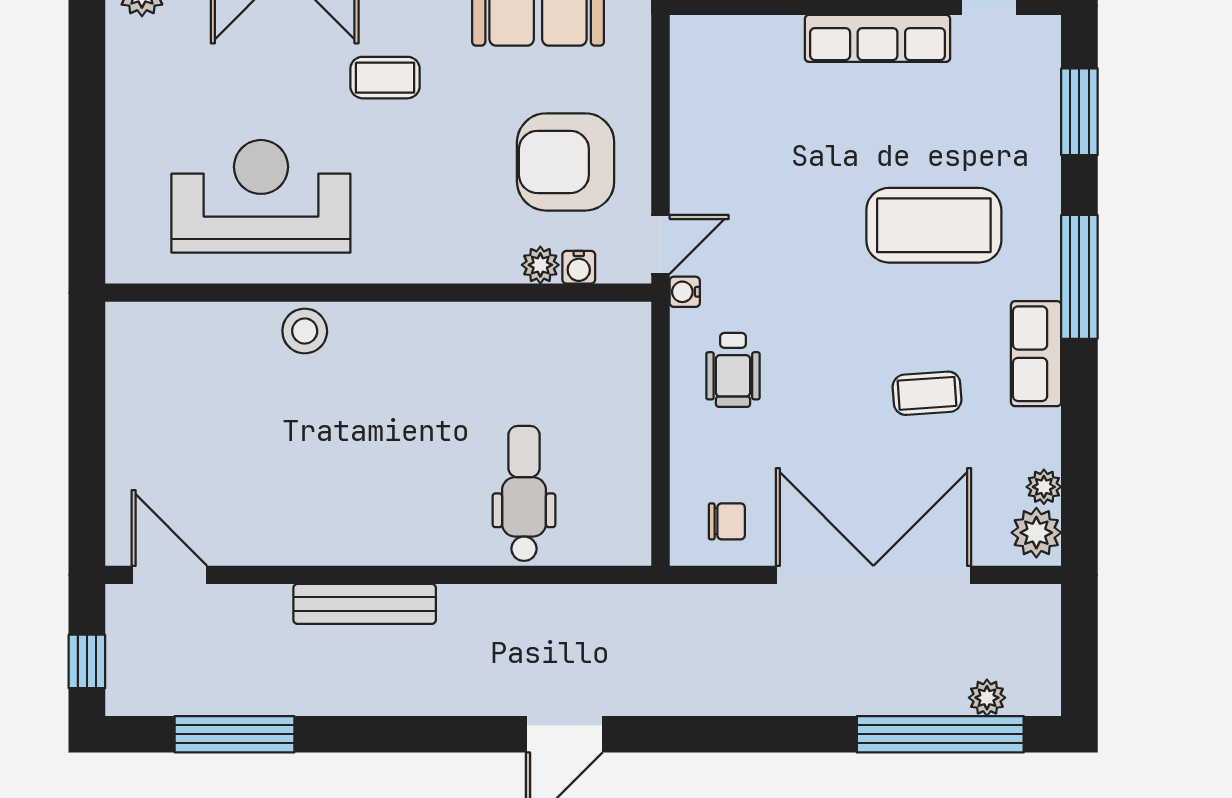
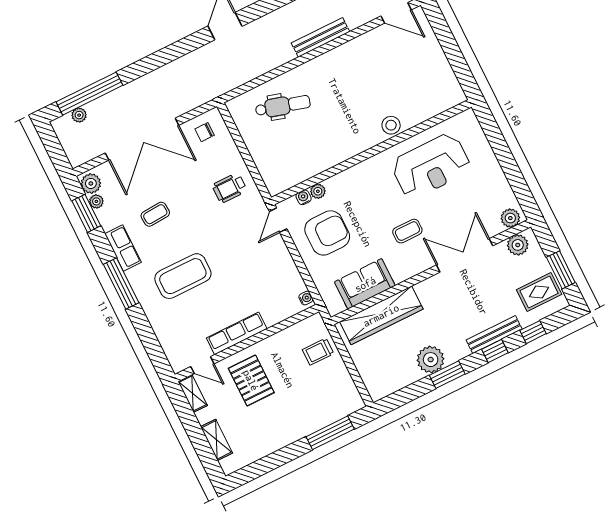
window: (1079, 112) -> (86, 213), moved
water cooler: (685, 292) -> (306, 298), moved
wheelchair: (733, 370) -> (229, 188), turned -90
dental chair: (524, 493) -> (283, 106), turned -74

